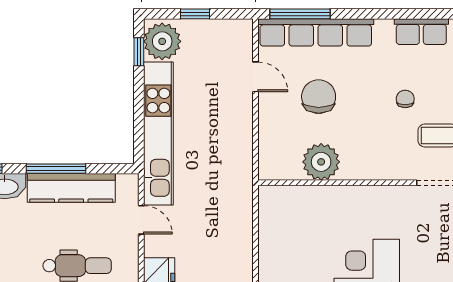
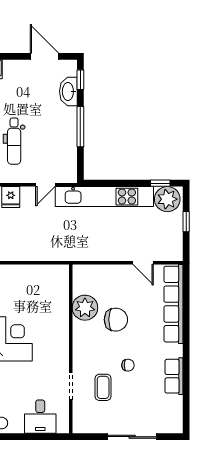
window: (300, 14) -> (186, 293), removed
door: (255, 77) -> (143, 263), hinge flipped
chair: (319, 97) -> (116, 320), moved
kitchen counter: (71, 188) -> (67, 137), removed

